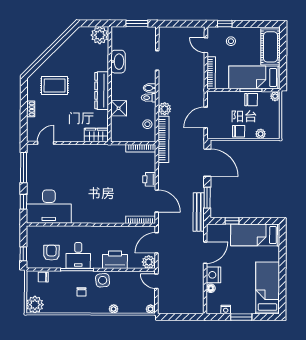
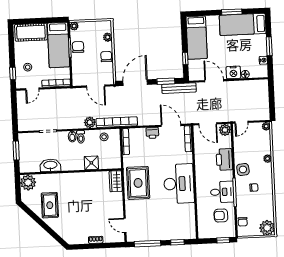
rug: (55, 85) -> (50, 205), moved
dresser: (102, 91) -> (77, 178), removed
rug: (93, 160) -> (138, 183), added
door: (157, 201) -> (171, 125), hinge flipped
desk: (49, 207) -> (179, 184), moved
window: (282, 276) -> (232, 12), added

